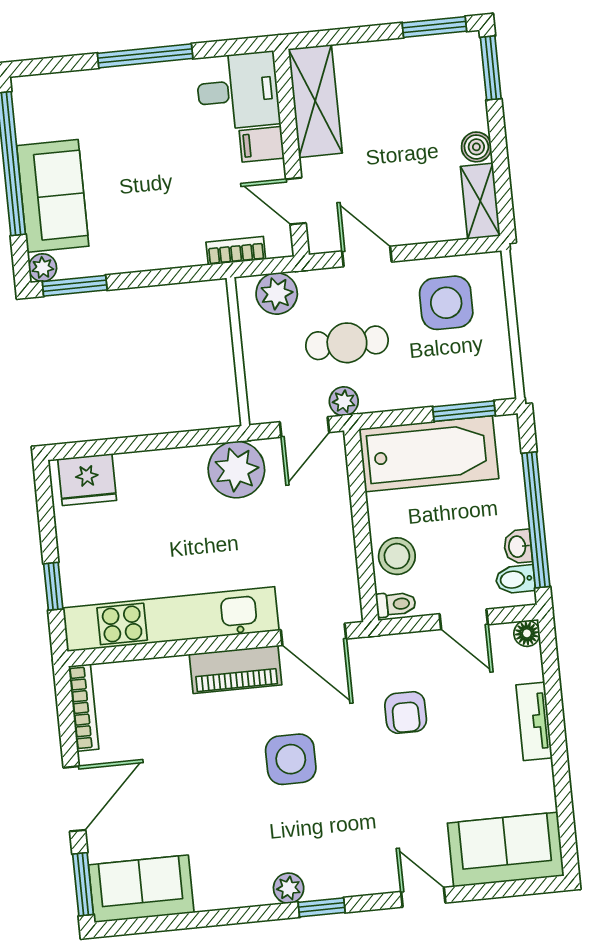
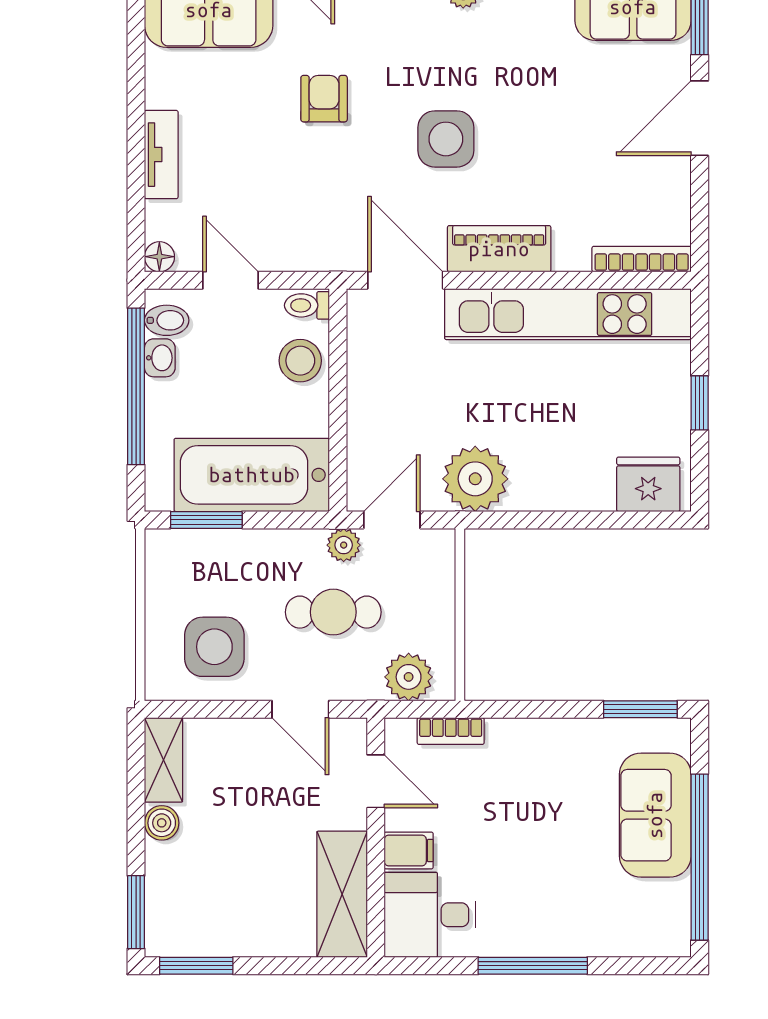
plant: (43, 268) -> (675, 734), removed
window: (53, 586) -> (700, 403), moved
bookcase: (84, 708) -> (642, 259), moved, turned 90
armchair: (406, 712) -> (324, 99), moved

